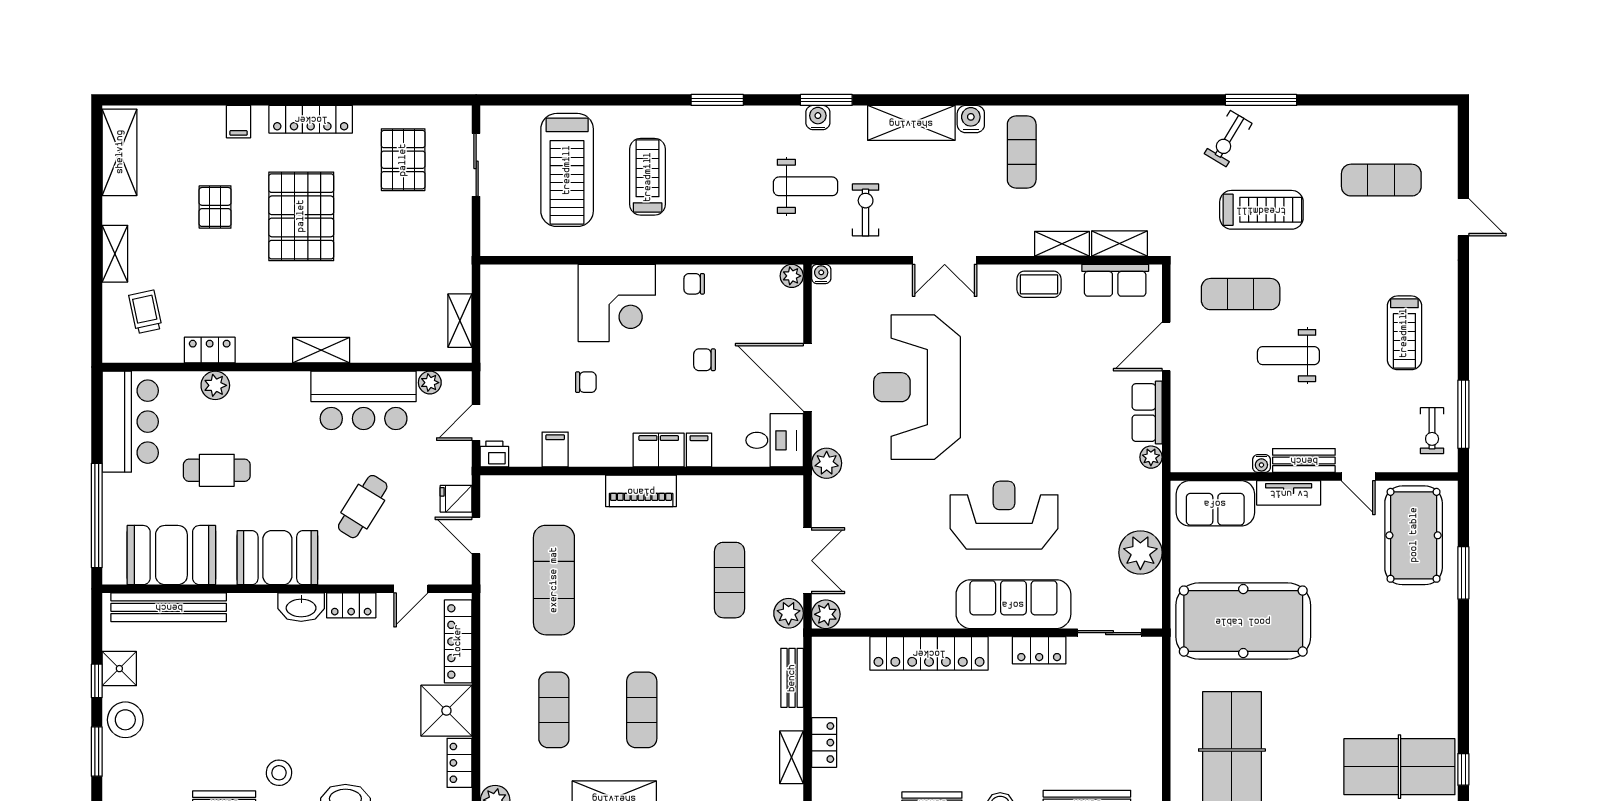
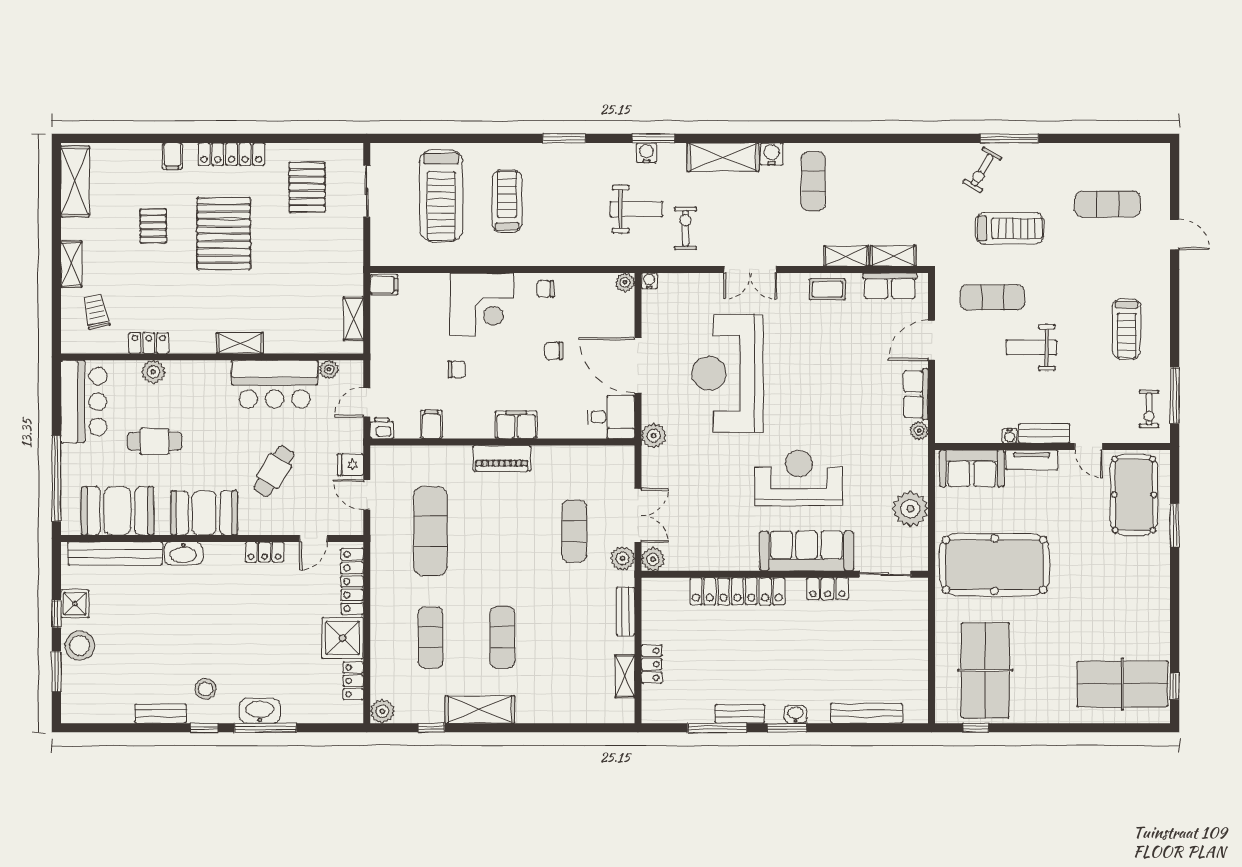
filing cabinet: (699, 450) -> (384, 285), moved, turned 90
washbasin: (301, 607) -> (183, 553), moved

